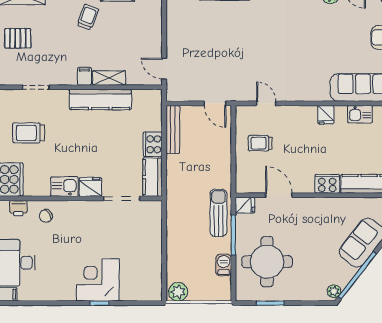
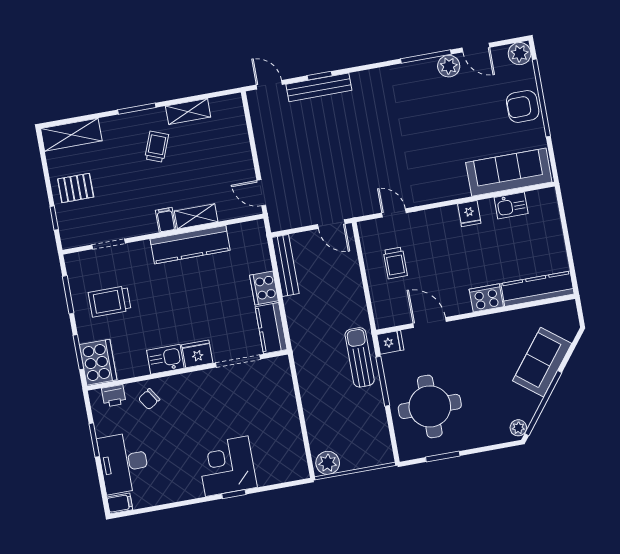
trolley: (260, 143) -> (395, 263), turned -90
barbecue: (224, 265) -> (377, 420), removed

